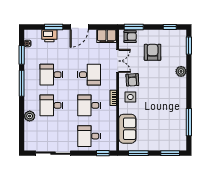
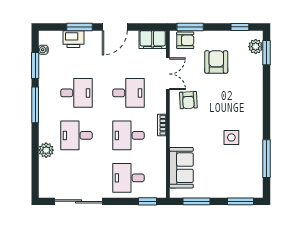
plant: (181, 71) -> (256, 47), moved
desk: (51, 75) -> (76, 93), turned 180
side table: (130, 97) -> (231, 137), moved

